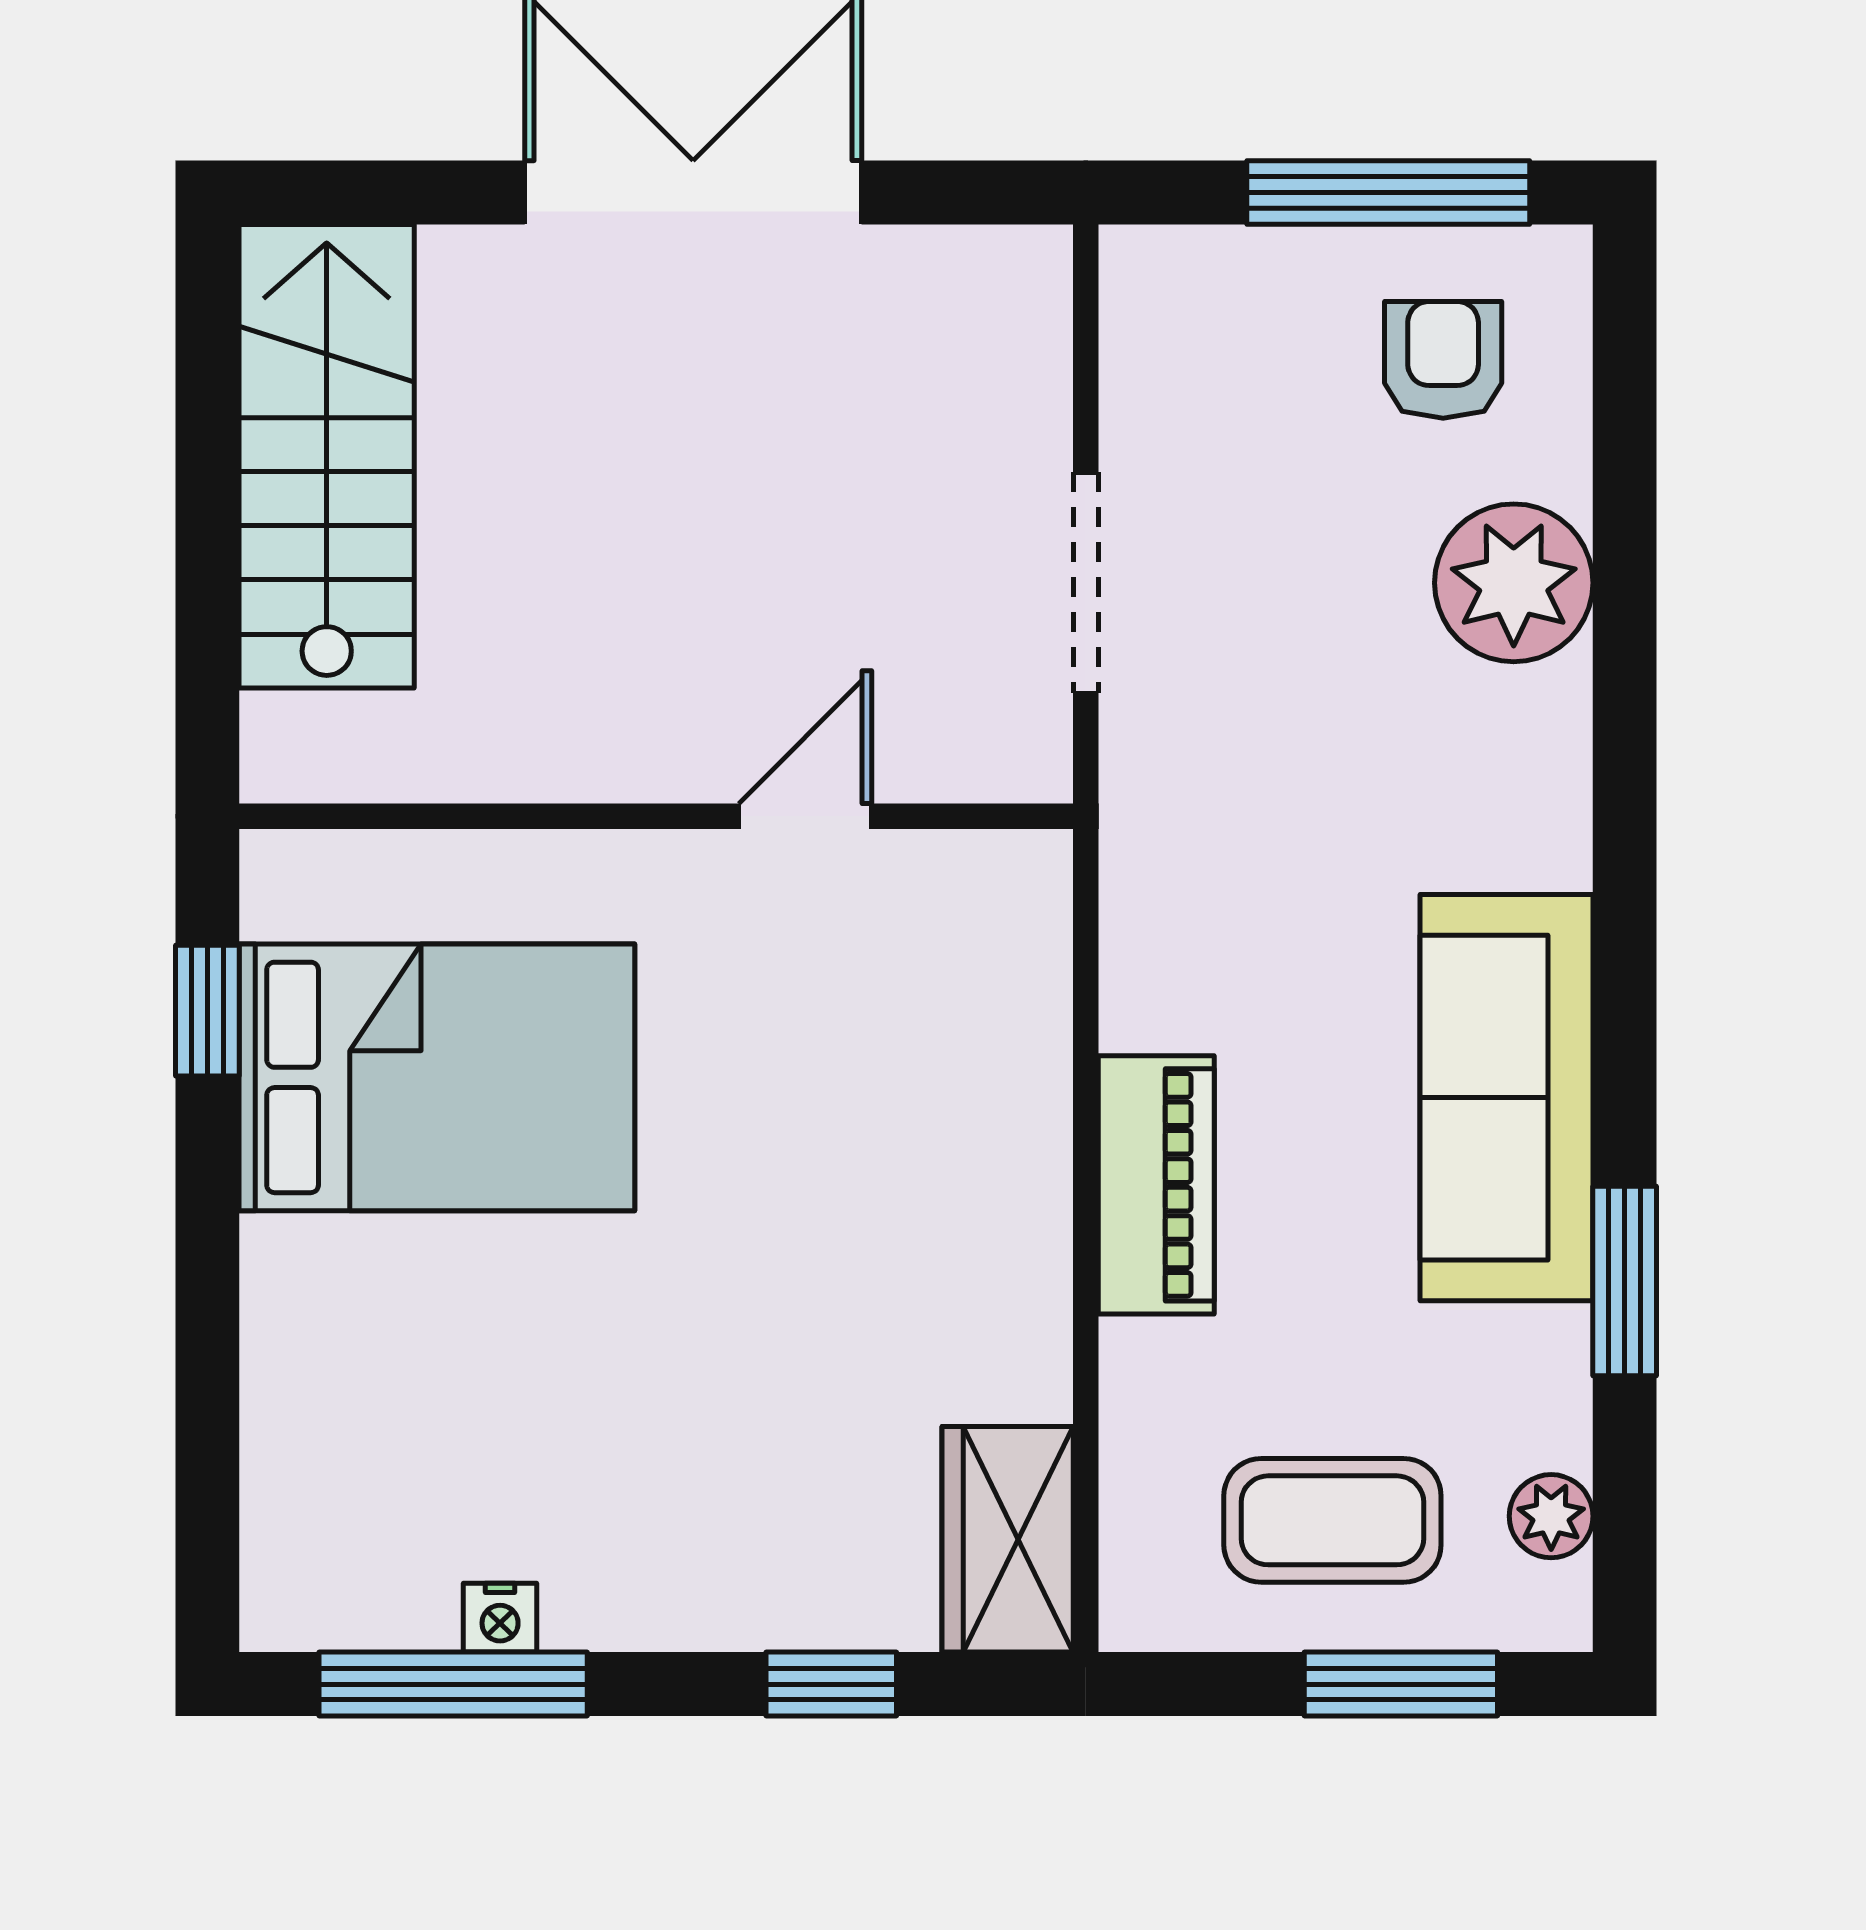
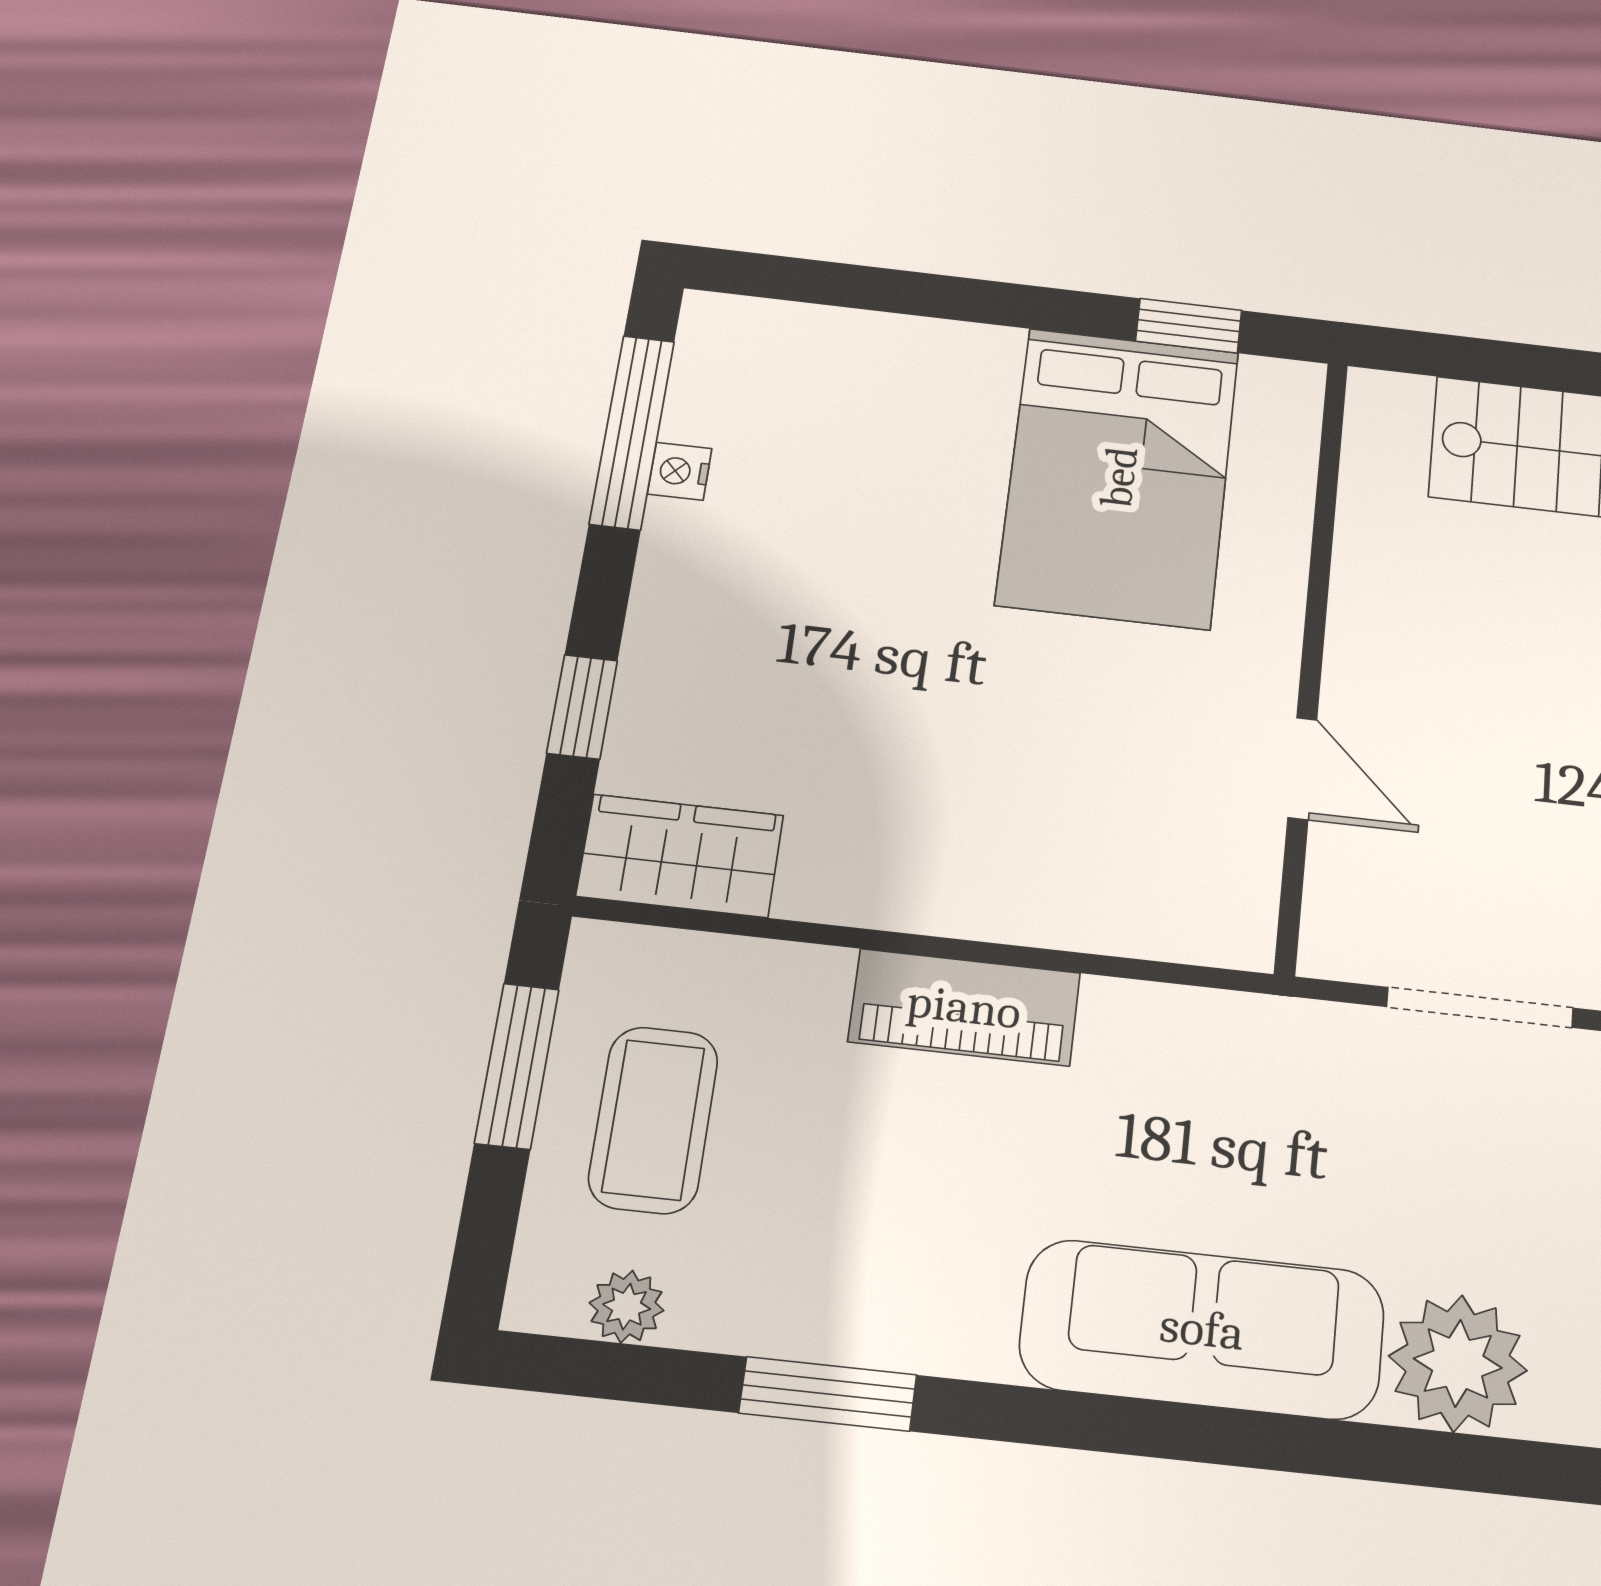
sofa: (1506, 1098) -> (1202, 1329), moved
window: (1401, 1684) -> (517, 1066), moved

